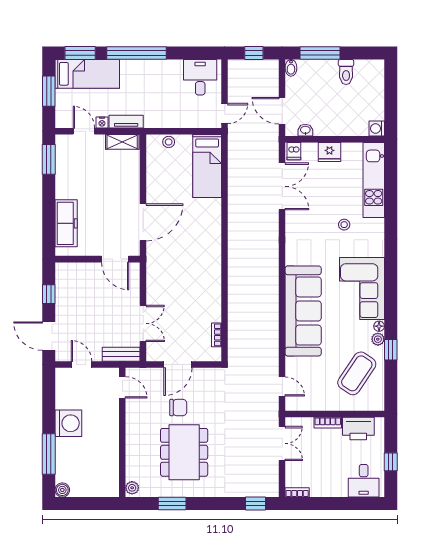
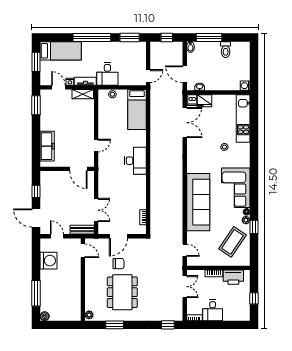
window: (80, 53) -> (130, 37), moved
desk: (200, 77) -> (107, 74), moved, turned 180
fridge: (329, 152) -> (205, 101), moved
door: (143, 222) -> (96, 146), width x0.53
desk: (205, 246) -> (135, 161), added
washing machine: (68, 423) -> (49, 261), moved
desk: (364, 481) -> (213, 310), moved

